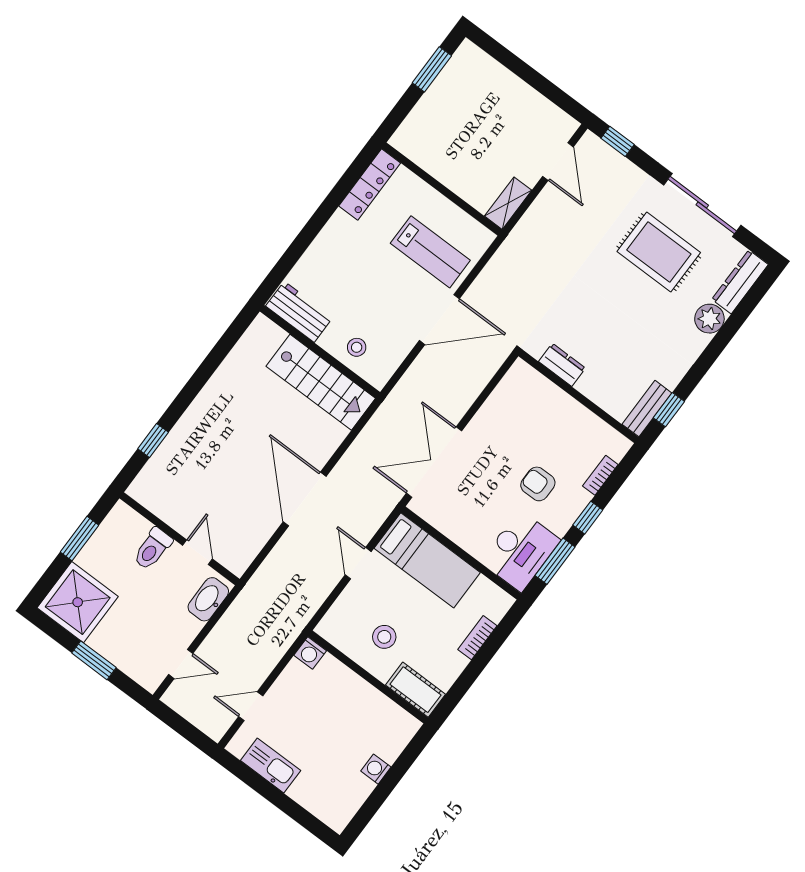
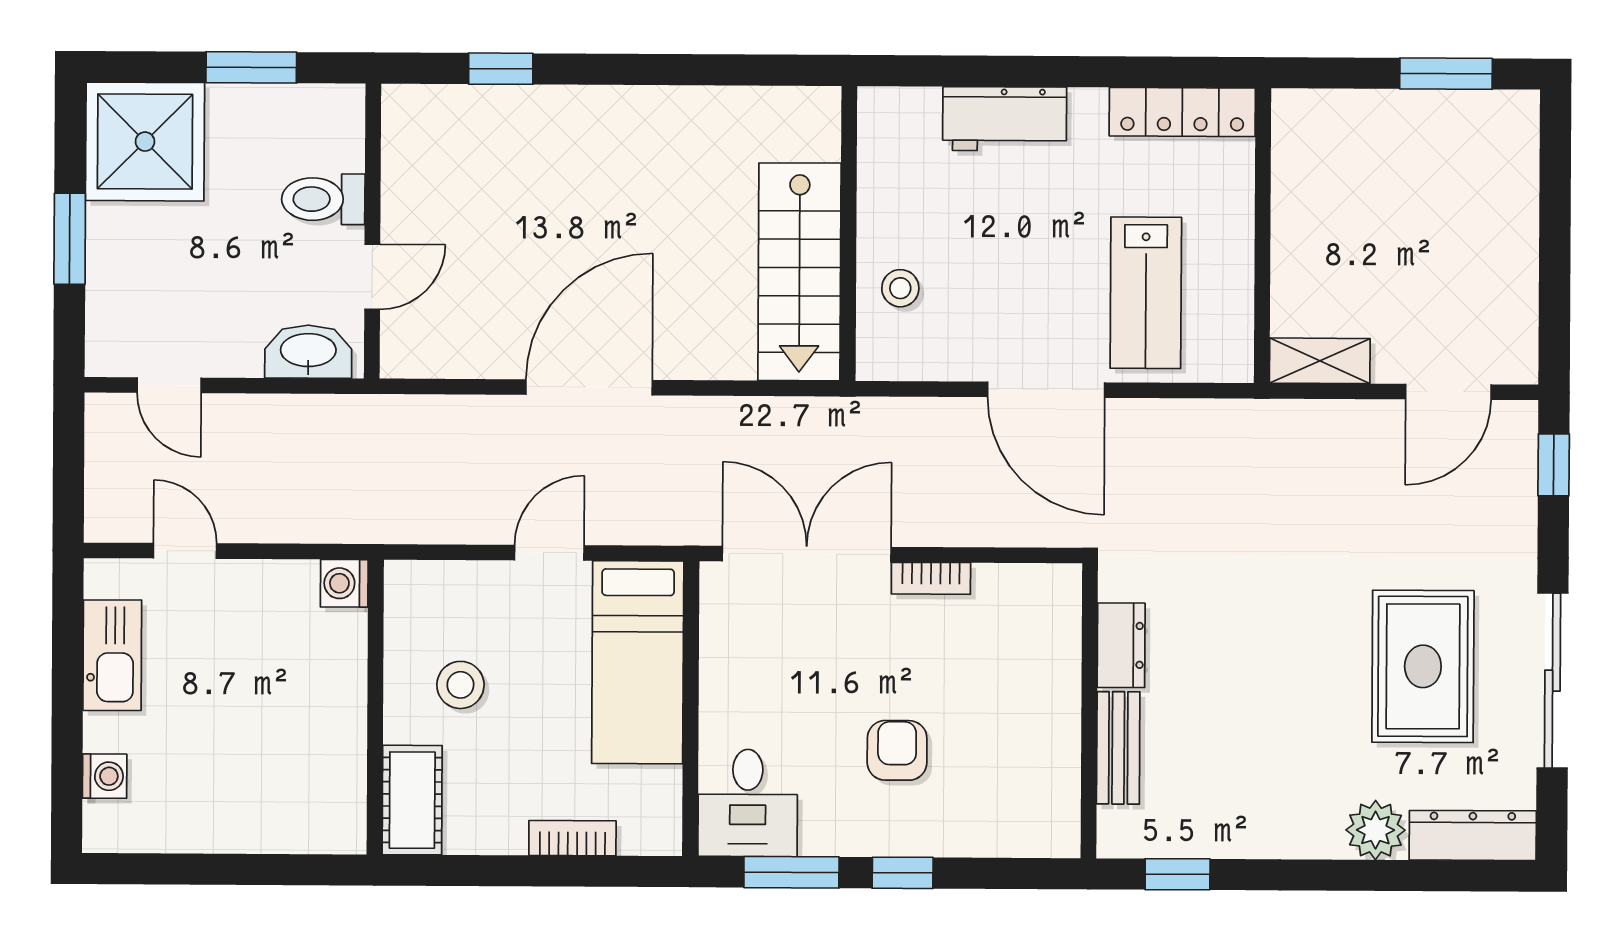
workbench: (299, 312) -> (1005, 119), moved, turned 90
bench: (647, 409) -> (1118, 748), moved, turned 90
bookcase: (600, 475) -> (931, 578), moved, turned 180
desk: (520, 551) -> (748, 803), width x0.73
washing machine: (376, 769) -> (105, 776), moved, turned 90

